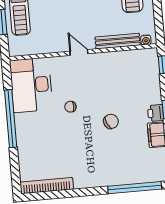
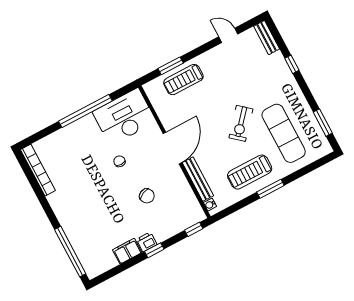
door: (79, 52) -> (172, 148), width x1.88
chair: (111, 121) -> (147, 196), moved

